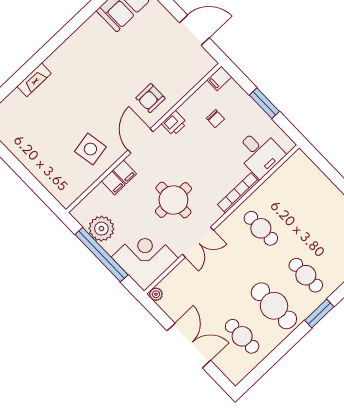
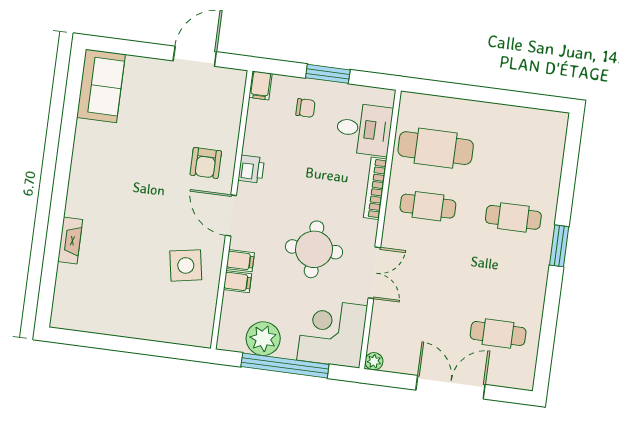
chair: (215, 119) -> (306, 108), moved
cafe table: (274, 306) -> (436, 148), moved

